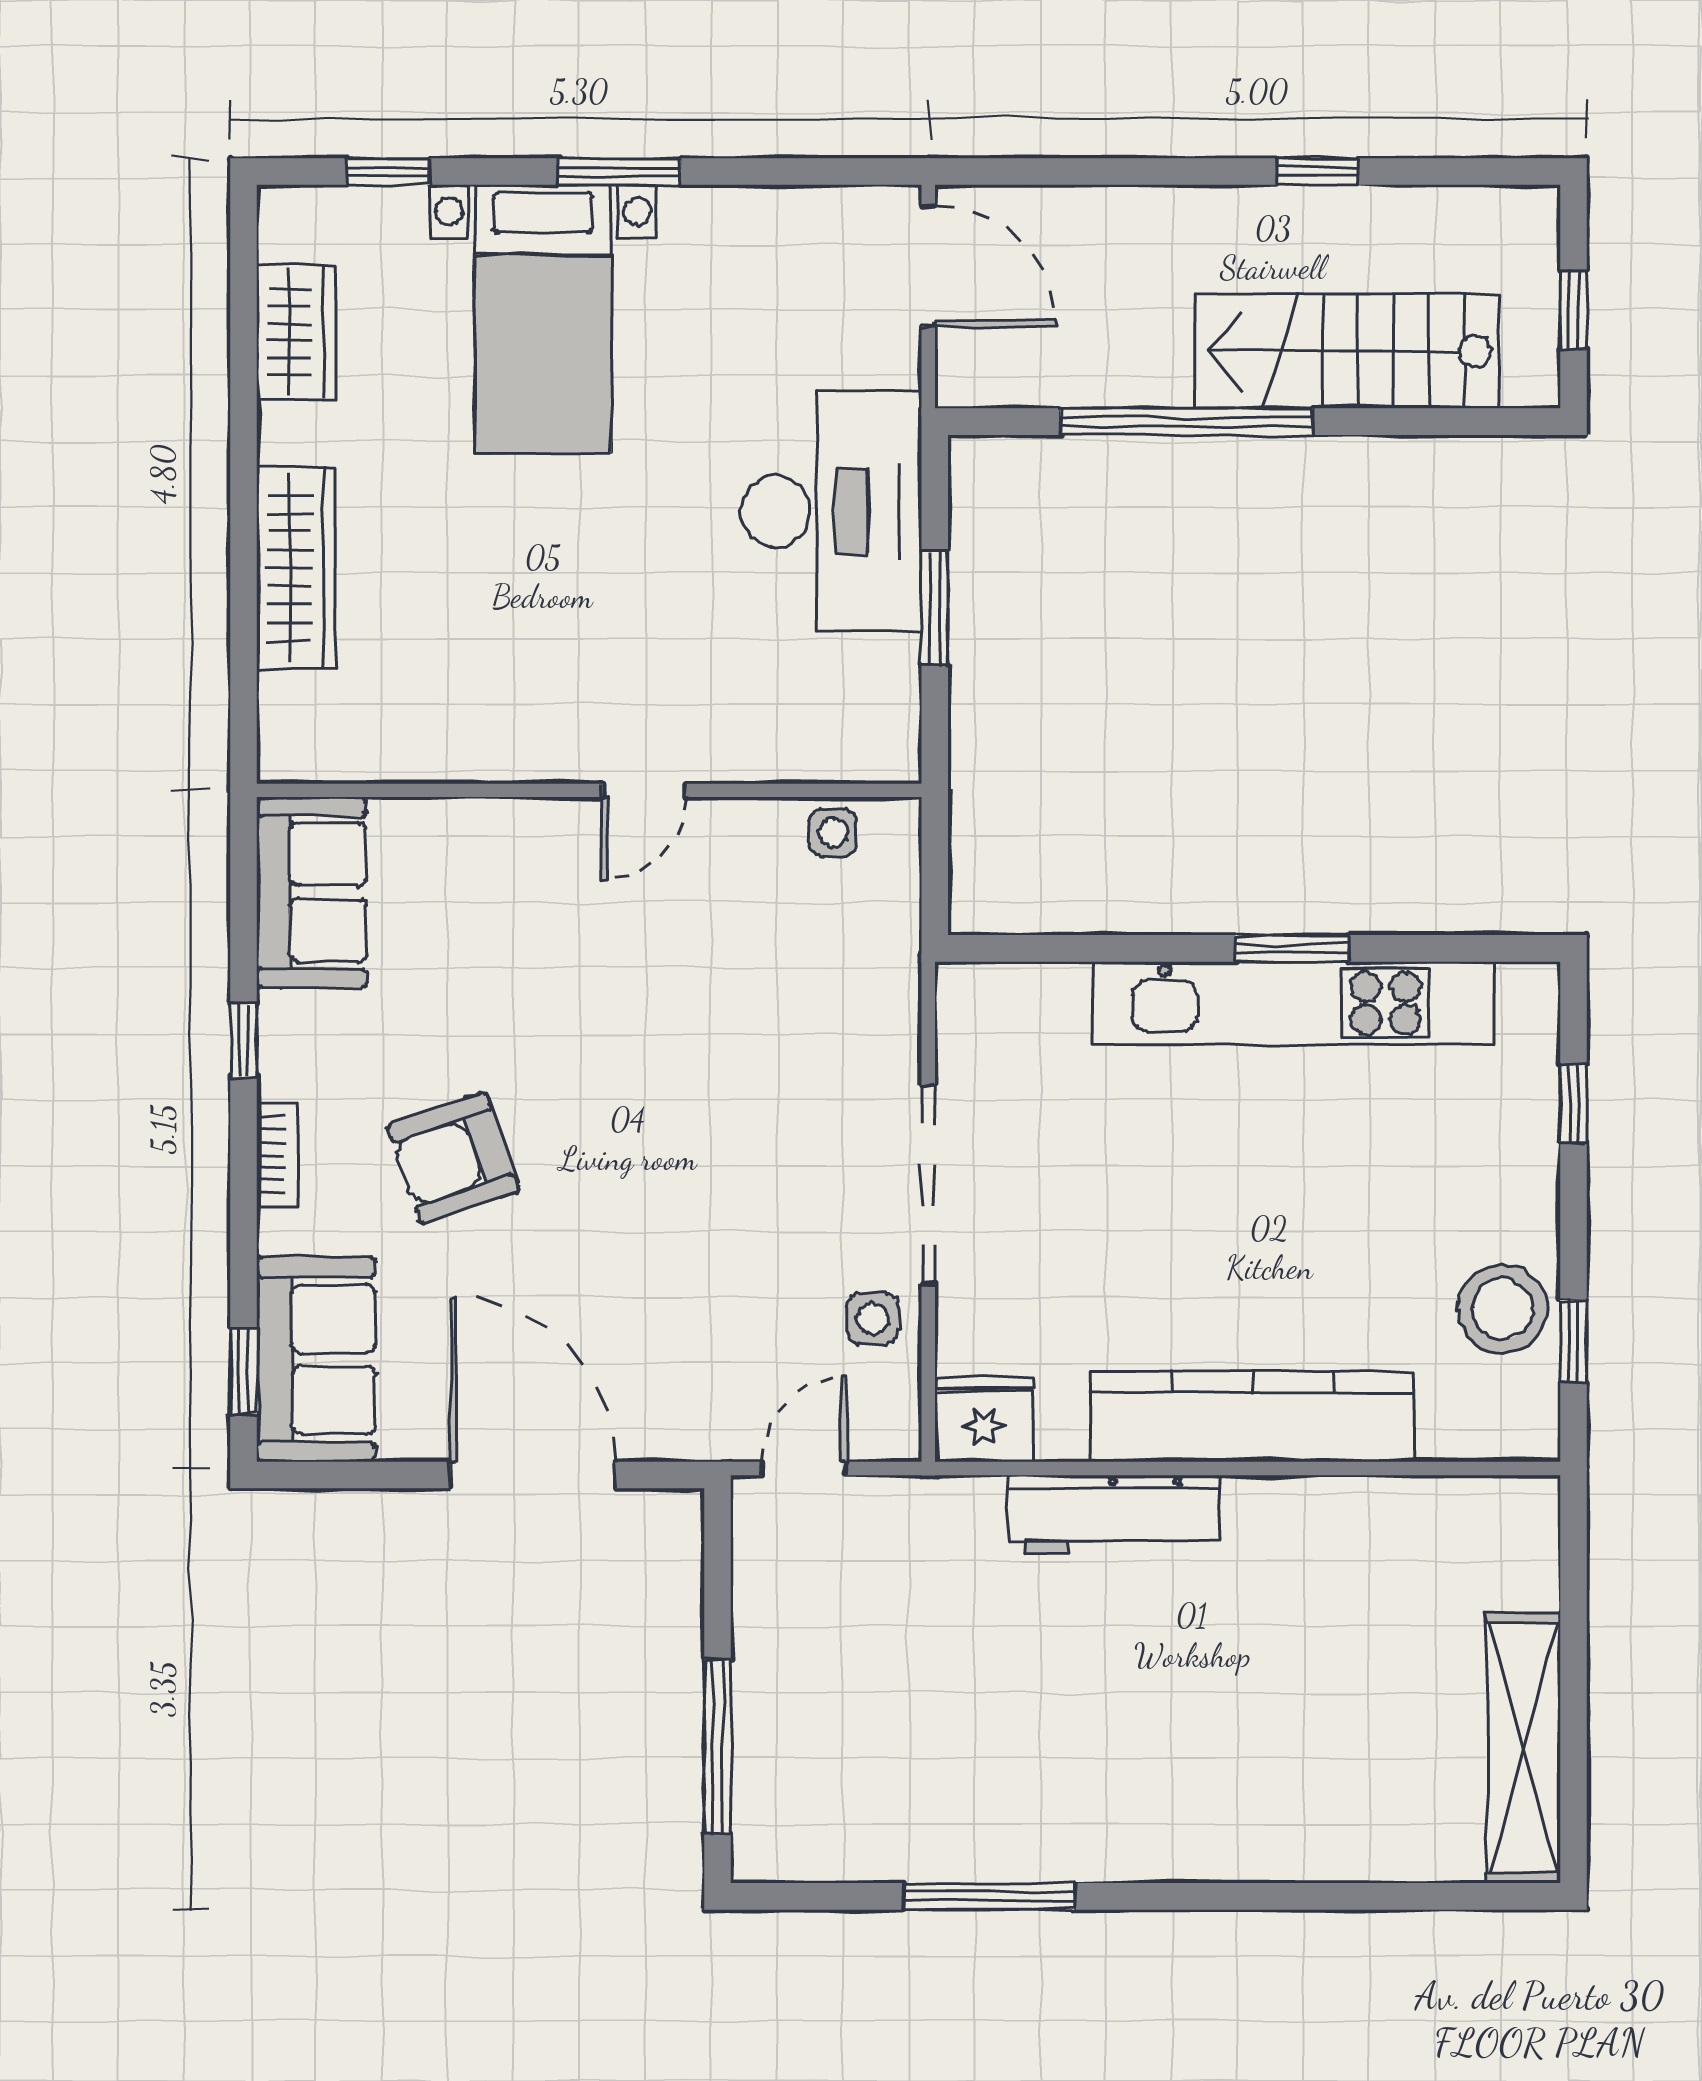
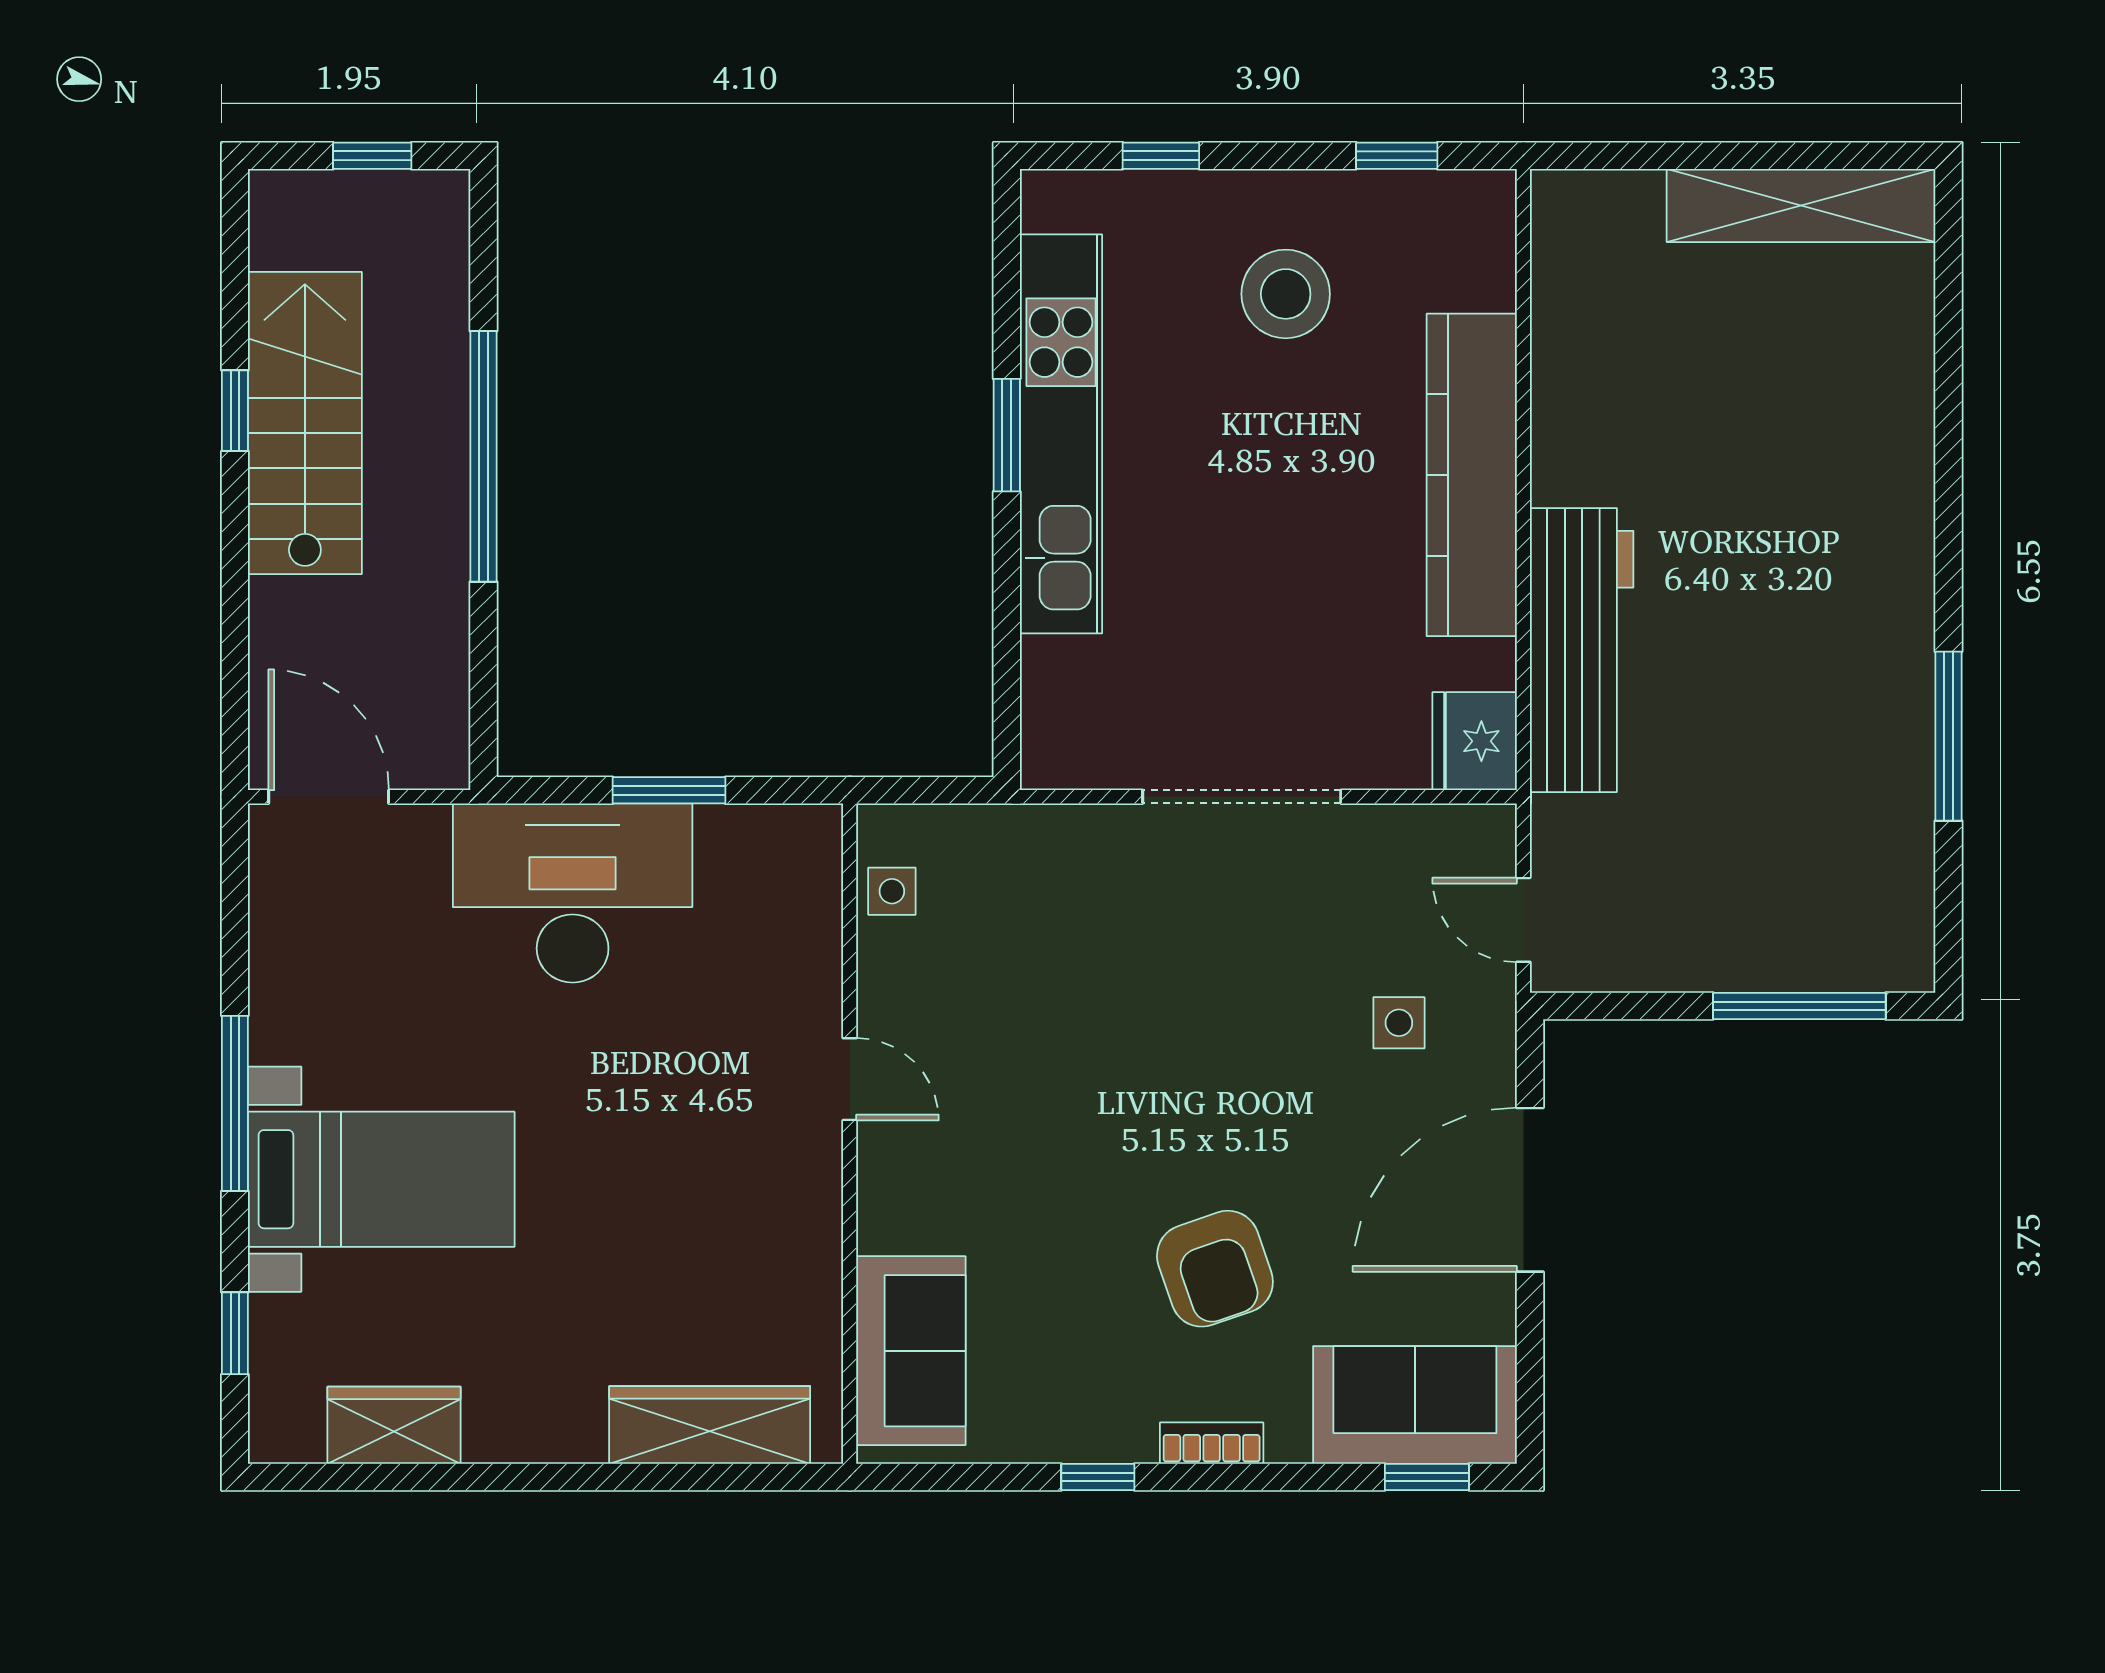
window: (620, 171) -> (235, 1103), width x1.44
door: (928, 266) -> (329, 797), hinge flipped
stairs: (1347, 351) -> (305, 423), moved, turned 180
window: (1186, 422) -> (483, 456), moved
wardrobe: (296, 568) -> (710, 1425), moved
sofa: (312, 892) -> (911, 1351), moved, turned 90
stool: (1502, 1309) -> (1286, 294), moved
side table: (873, 1318) -> (1399, 1023), moved
workbench: (1114, 1514) -> (1582, 650), width x1.36, depth x1.32

